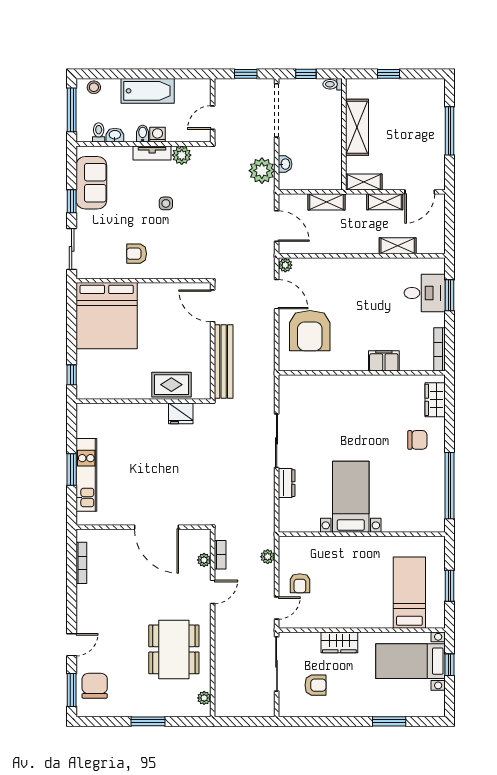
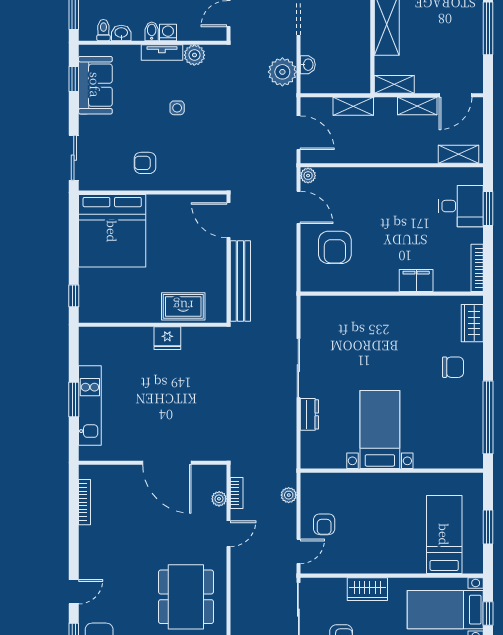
window: (72, 201) -> (74, 79), moved
shelving: (398, 246) -> (458, 154), moved
armchair: (310, 331) -> (335, 247), width x0.73, depth x0.73
fridge: (181, 413) -> (167, 338), moved

